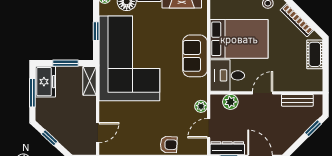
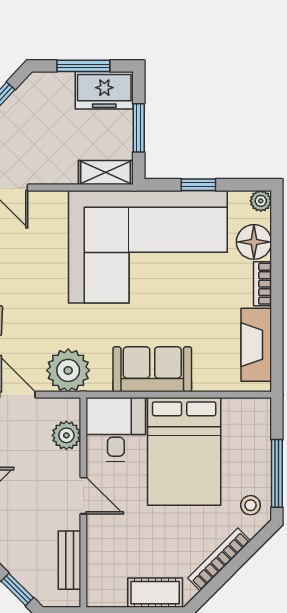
plant: (201, 106) -> (68, 370), width x1.87, depth x1.87

